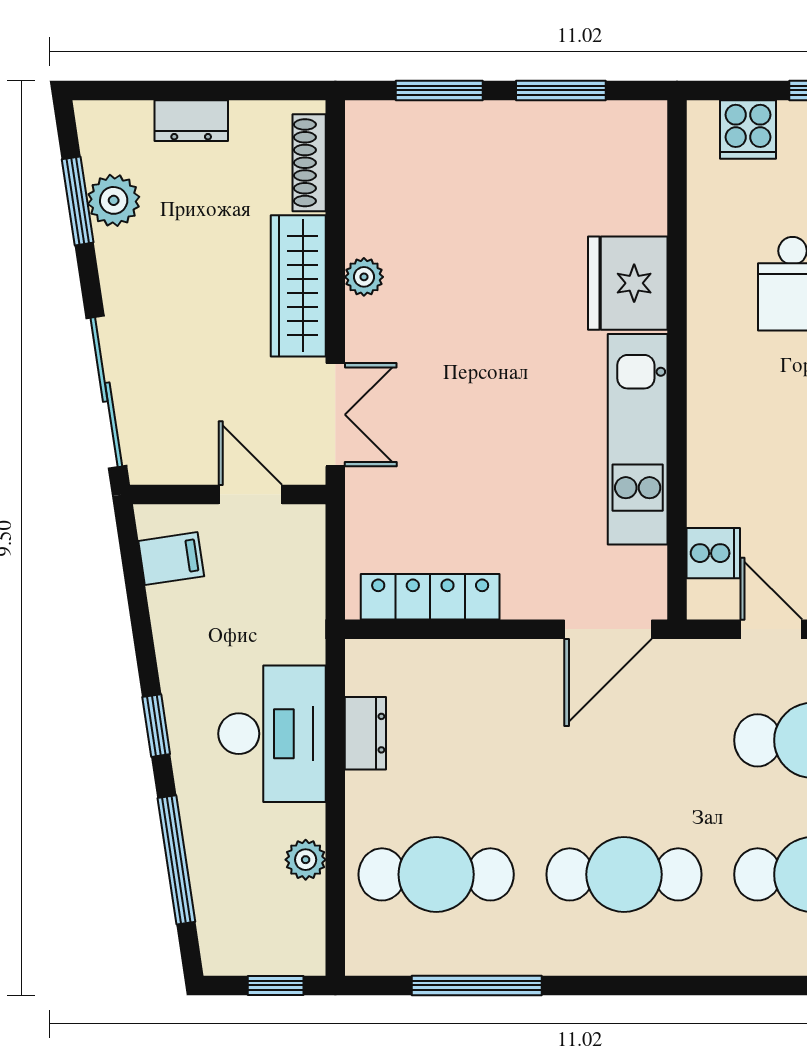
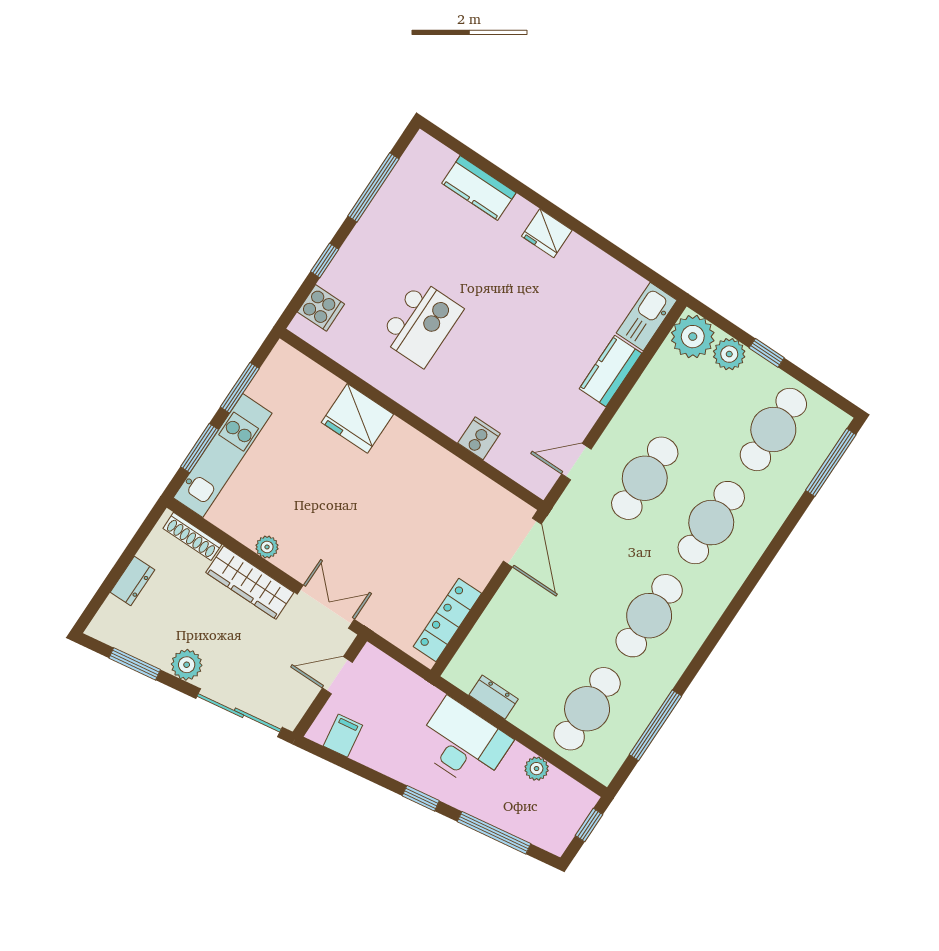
plant: (114, 200) -> (187, 665), moved
kitchen unit: (638, 439) -> (223, 456), moved, turned -90
cooker: (713, 553) -> (479, 438), moved

